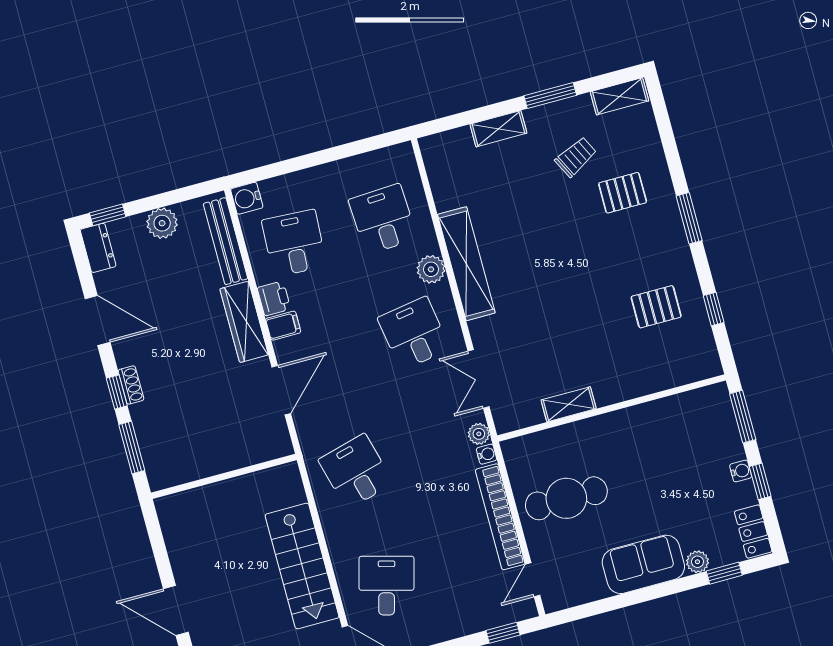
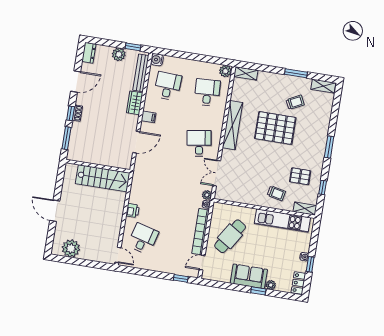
shelving: (498, 129) -> (246, 73), moved
pallet: (623, 193) -> (275, 128), moved, width x2.05, depth x2.00
window: (108, 215) -> (133, 47), moved
plant: (431, 269) -> (225, 71), moved
printer: (274, 298) -> (133, 211), moved
door: (98, 321) -> (76, 82), hinge flipped
wardrobe: (244, 322) -> (135, 103), width x0.67
trolley: (623, 365) -> (276, 193), added
shelving: (569, 404) -> (305, 209), moved
kitchen unit: (661, 416) -> (282, 221), added
window: (743, 417) -> (315, 235), removed
desk: (356, 471) -> (151, 188), removed
cafe table: (566, 498) -> (230, 236), turned -58
stairs: (302, 566) -> (103, 178), moved, turned -90
window: (724, 573) -> (258, 291), moved

